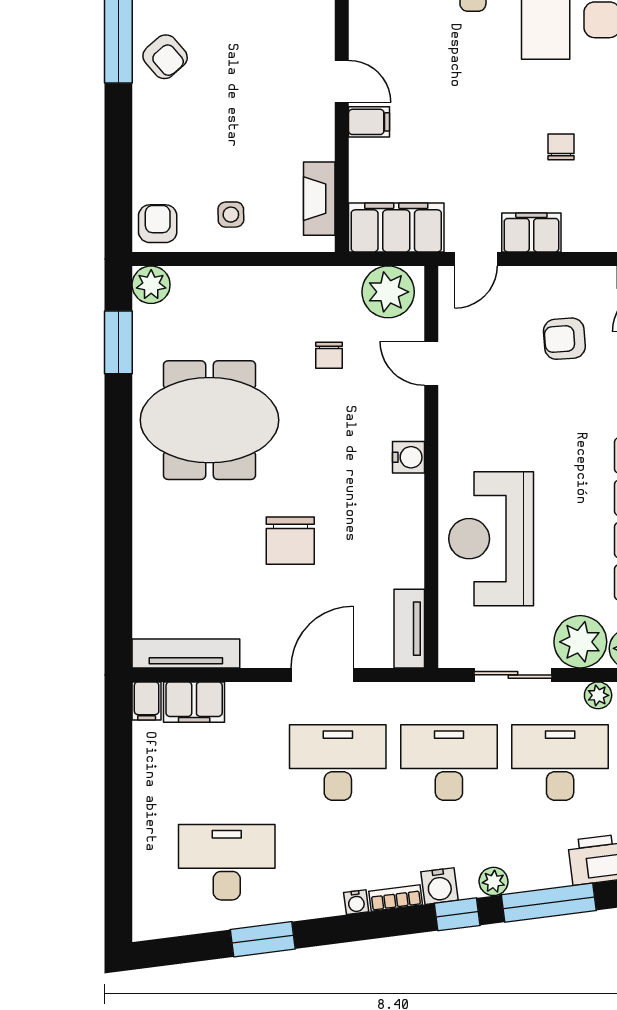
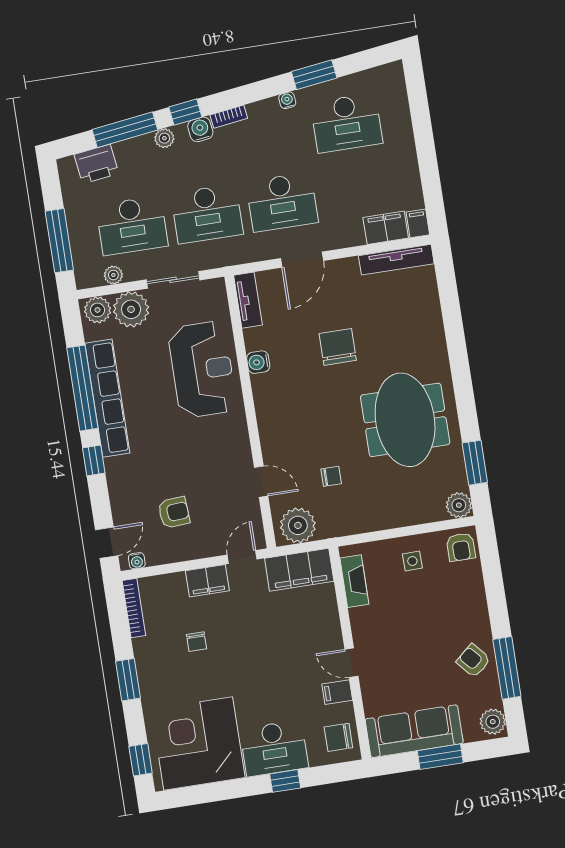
filing cabinet: (369, 122) -> (337, 692), moved
chair: (329, 355) -> (331, 476), turned 90
meeting table: (209, 420) -> (405, 420), turned 90
water cooler: (409, 457) -> (258, 362), moved
water cooler: (356, 902) -> (287, 100), moved

